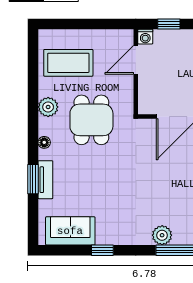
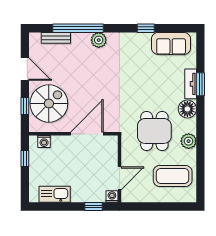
floor lamp: (44, 142) -> (187, 109), width x1.89, depth x1.89

